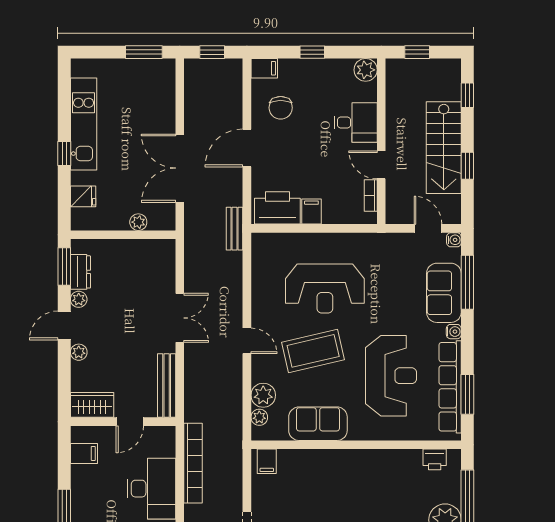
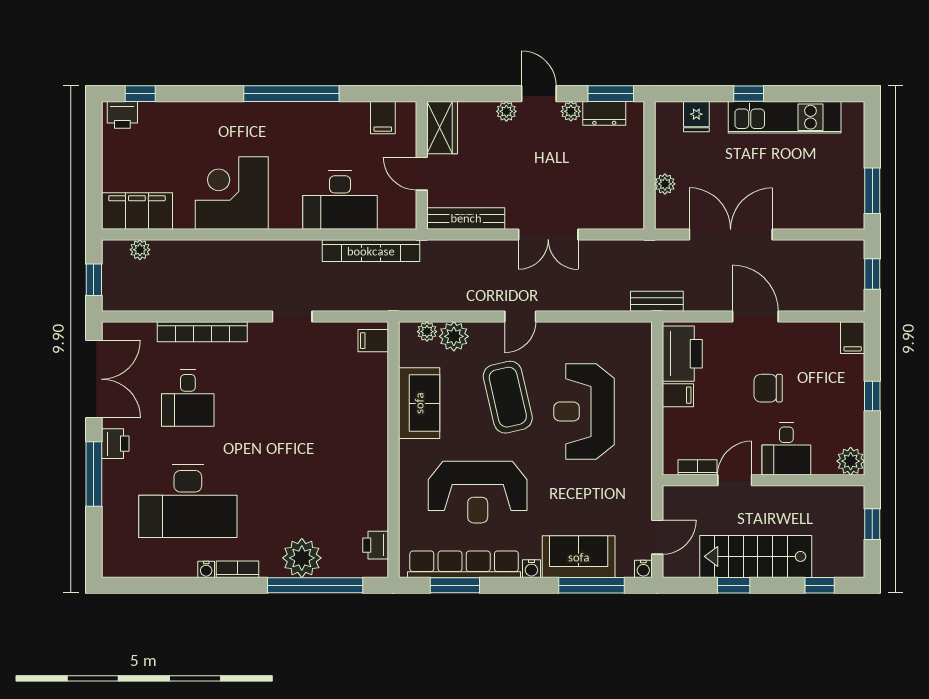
chair: (281, 108) -> (768, 388), moved

